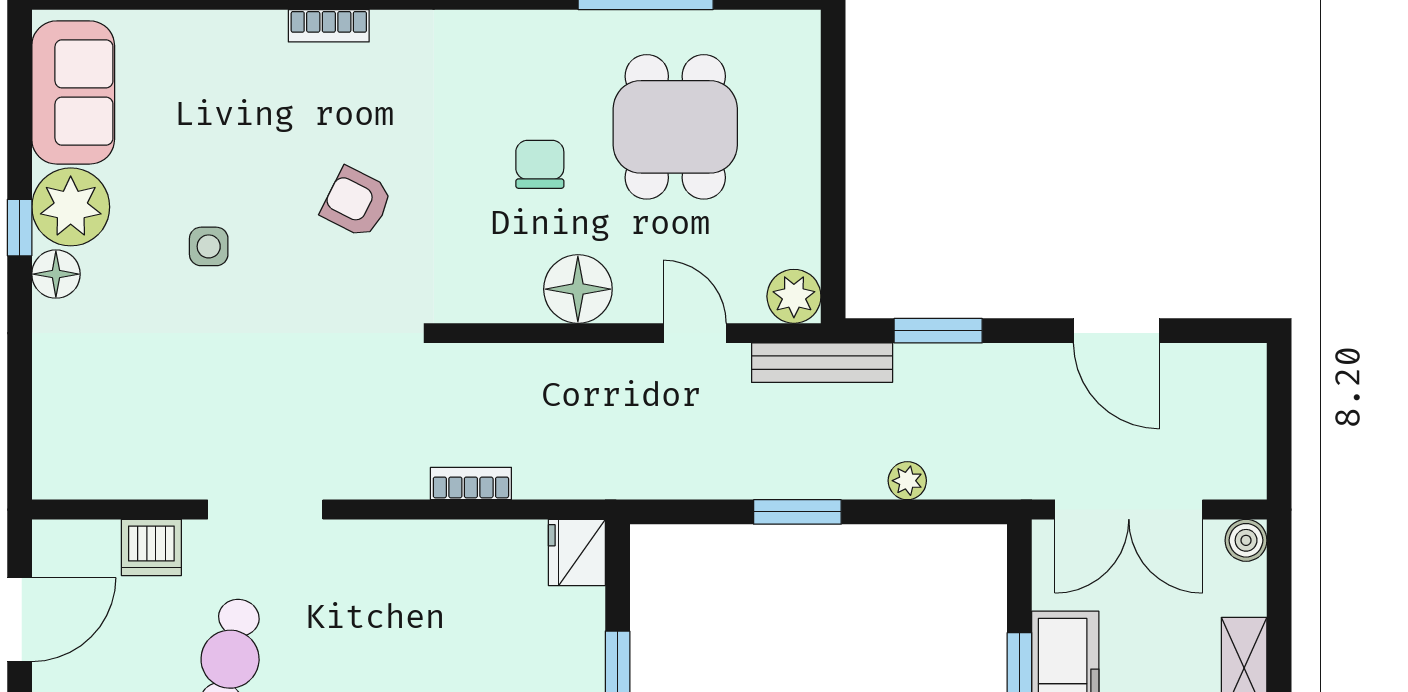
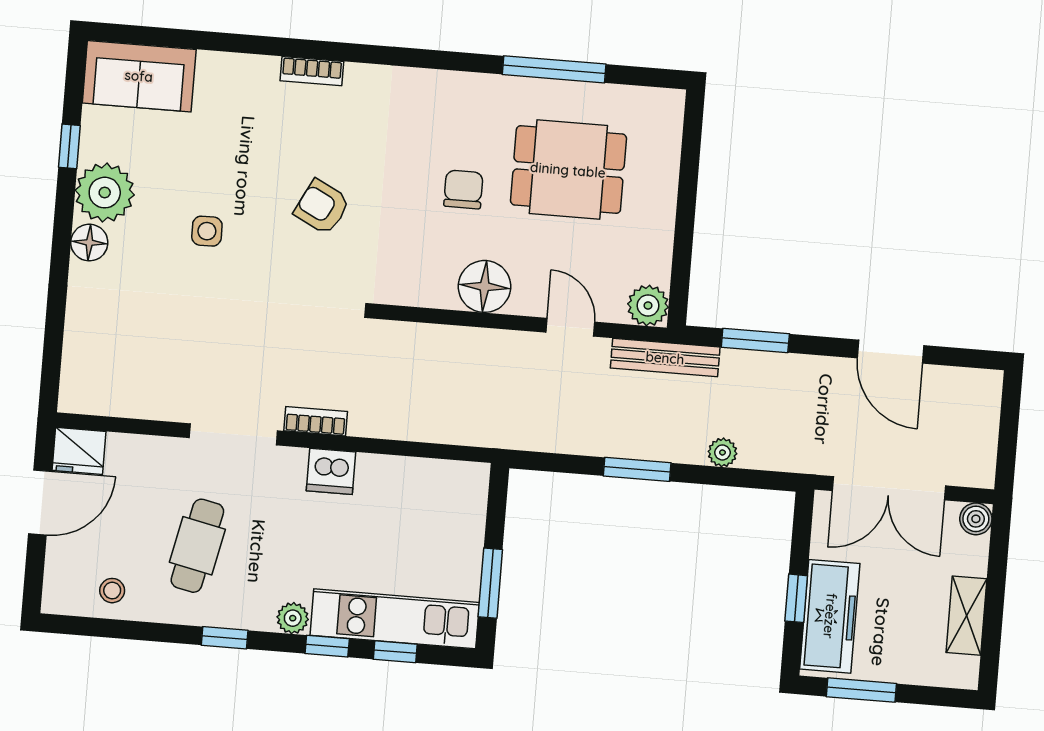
sofa: (73, 92) -> (139, 76), moved, turned 90
dining table: (675, 127) -> (568, 170), turned 90
window: (20, 228) -> (69, 146), moved
bookcase: (471, 484) -> (316, 421), moved
dishwasher: (151, 547) -> (331, 471), moved
fridge: (577, 552) -> (79, 451), moved, turned -90

